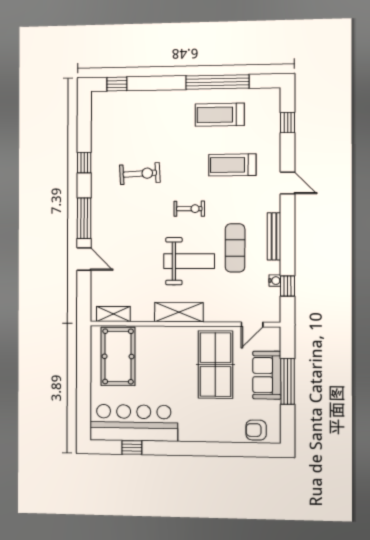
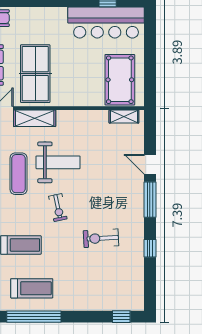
exercise bike: (189, 209) -> (58, 208), turned -102
weight bench: (189, 261) -> (58, 162), turned 180
shelving: (179, 312) -> (35, 118), moved

